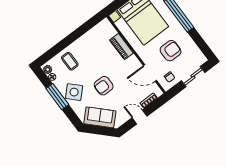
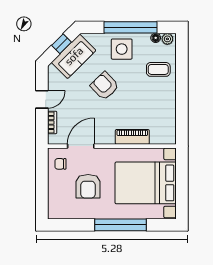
sliding door: (193, 77) -> (42, 190), removed
armchair: (104, 86) -> (105, 86), turned -44
side table: (74, 92) -> (122, 49), turned 45
window: (57, 97) -> (130, 27), width x1.46
window: (98, 130) -> (62, 44), added

